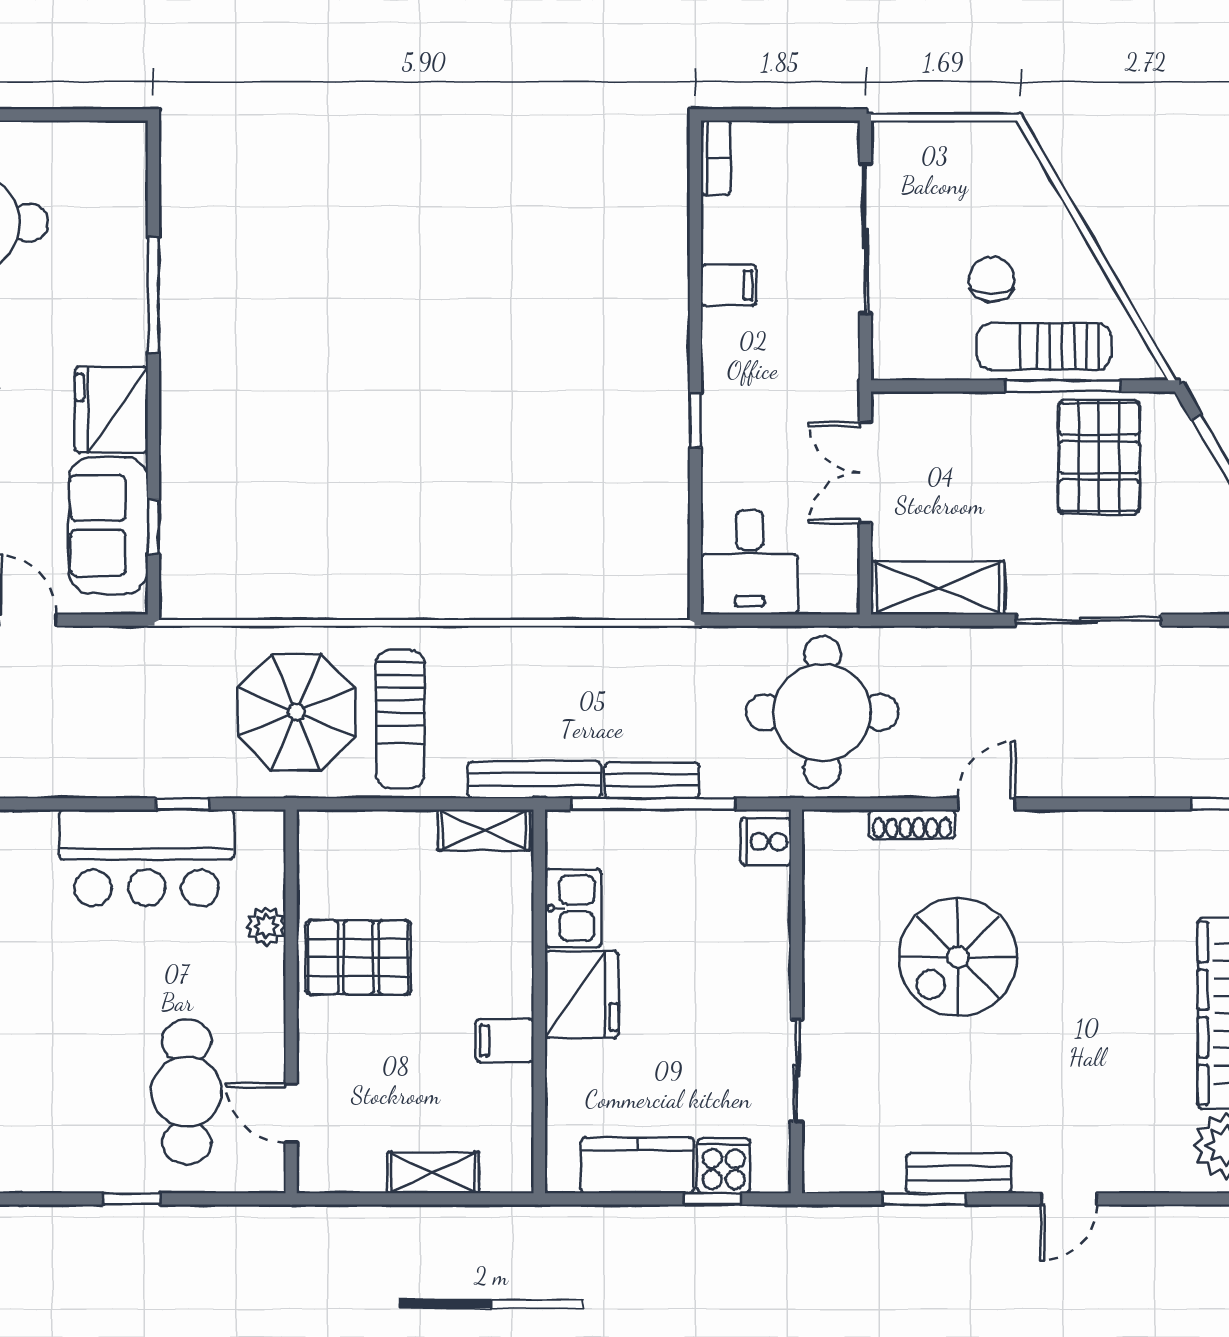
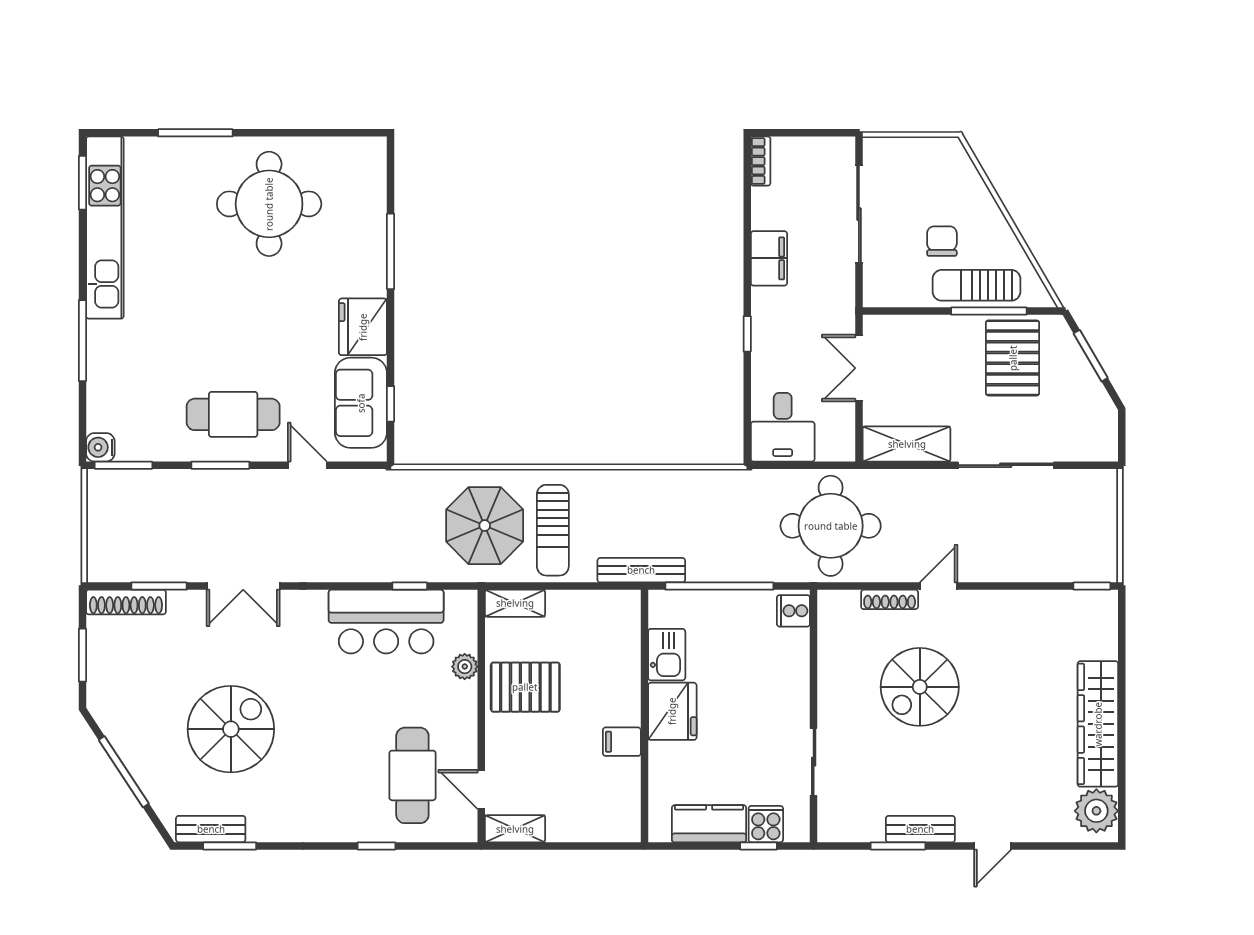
filing cabinet: (729, 285) -> (769, 258), width x2.00
bench: (652, 780) -> (719, 571), removed
shelving: (484, 830) -> (515, 603), moved
shelving: (433, 1173) -> (515, 829), moved

